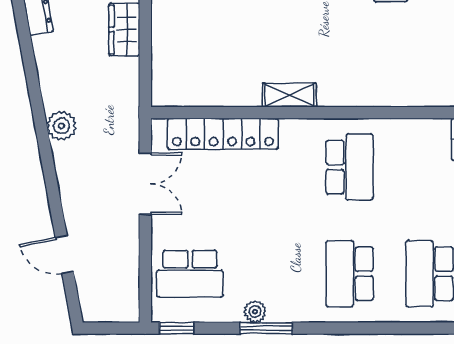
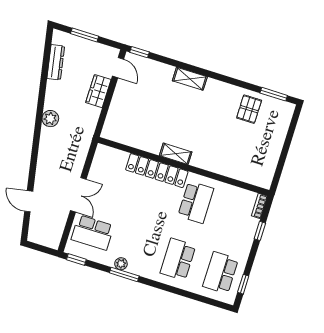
plant: (61, 126) -> (50, 119), moved
locker: (223, 134) -> (157, 171), moved
double door: (145, 184) -> (78, 195), moved

